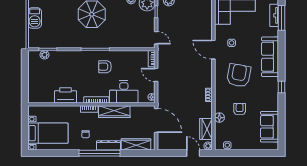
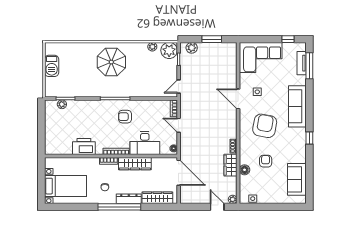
door: (156, 38) -> (179, 87), swing flipped
wardrobe: (206, 129) -> (230, 165), moved

